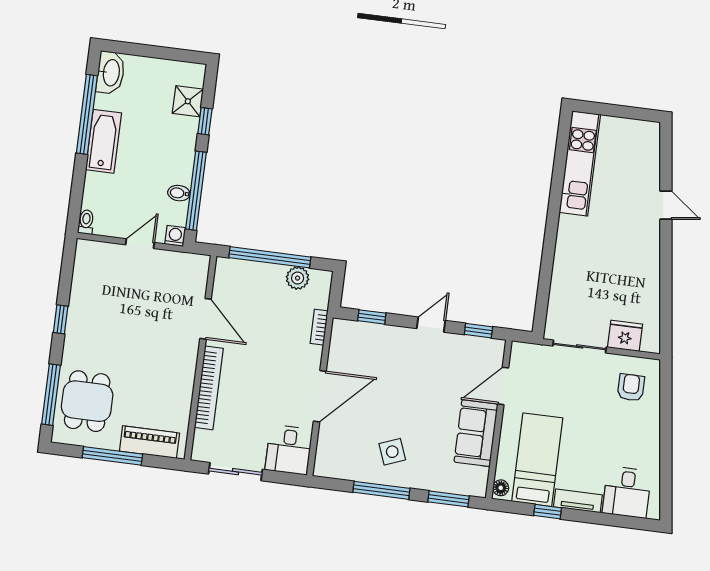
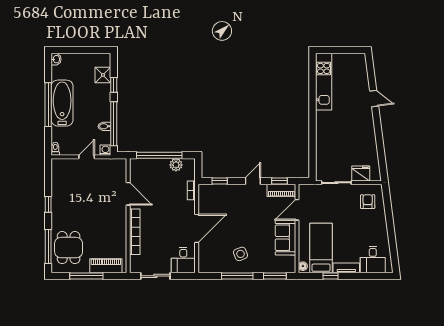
washbasin: (111, 73) -> (56, 59), width x0.52, depth x0.69
window: (87, 114) -> (48, 105), moved
bathtub: (103, 141) -> (62, 103), width x1.36, depth x1.36
piano: (480, 348) -> (281, 190), added

